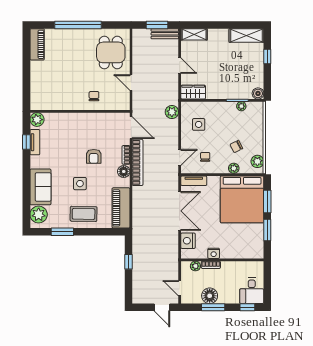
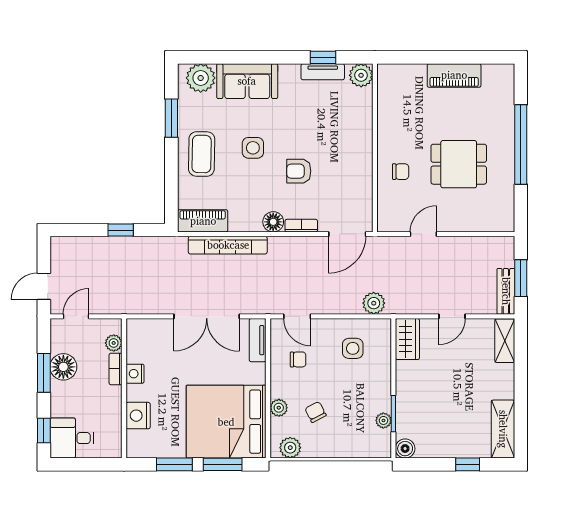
piano: (37, 44) -> (454, 75), moved
dining table: (111, 52) -> (459, 164), moved
bookcase: (138, 162) -> (228, 245), moved
piano: (121, 208) -> (203, 221), width x0.73, depth x0.75
nightstand: (188, 241) -> (138, 416), moved, turned -90

